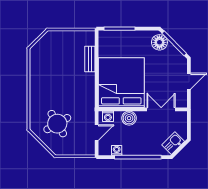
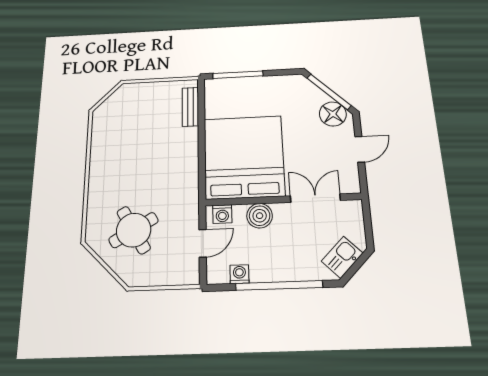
floor lamp: (159, 42) -> (333, 114), moved
bench: (90, 59) -> (190, 107), moved

